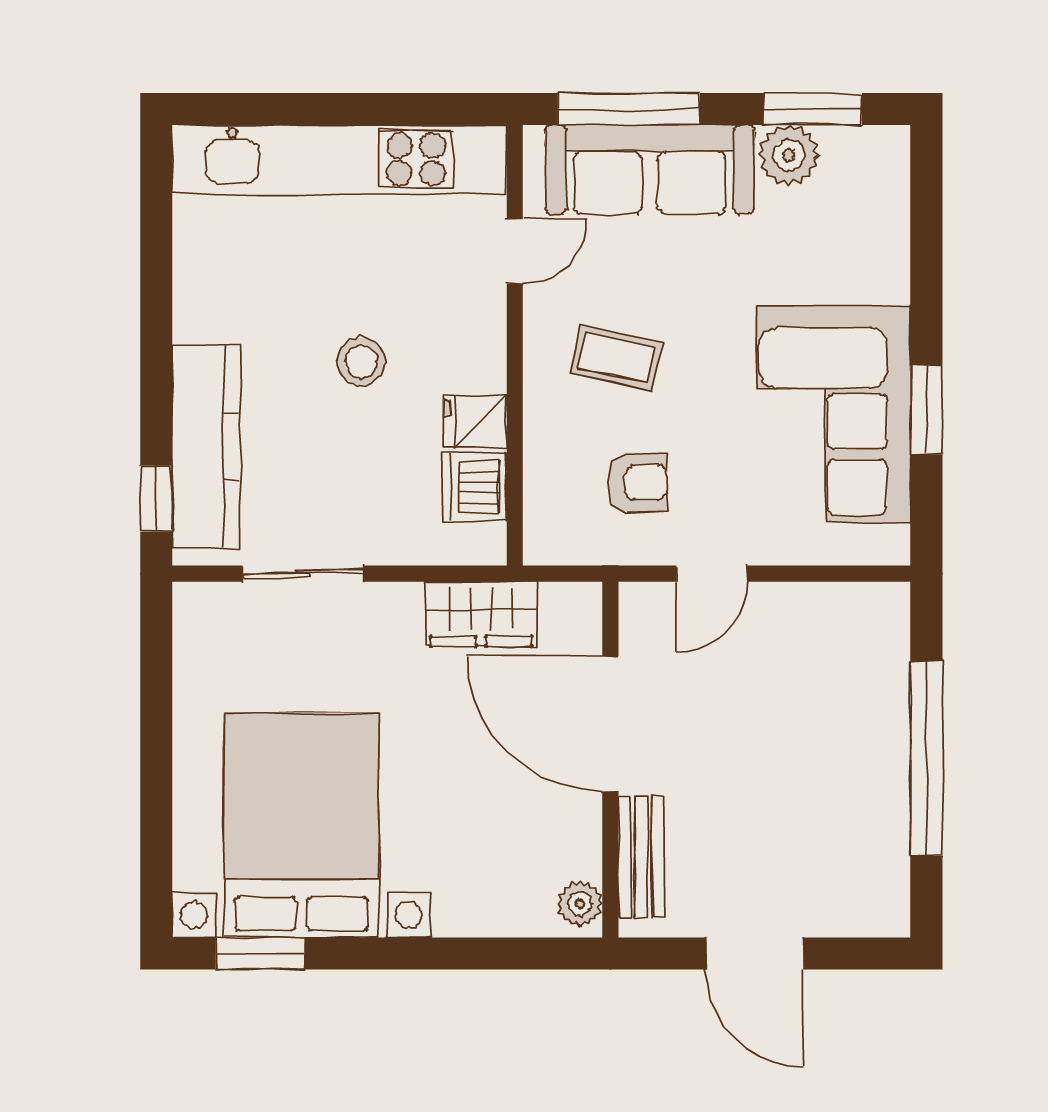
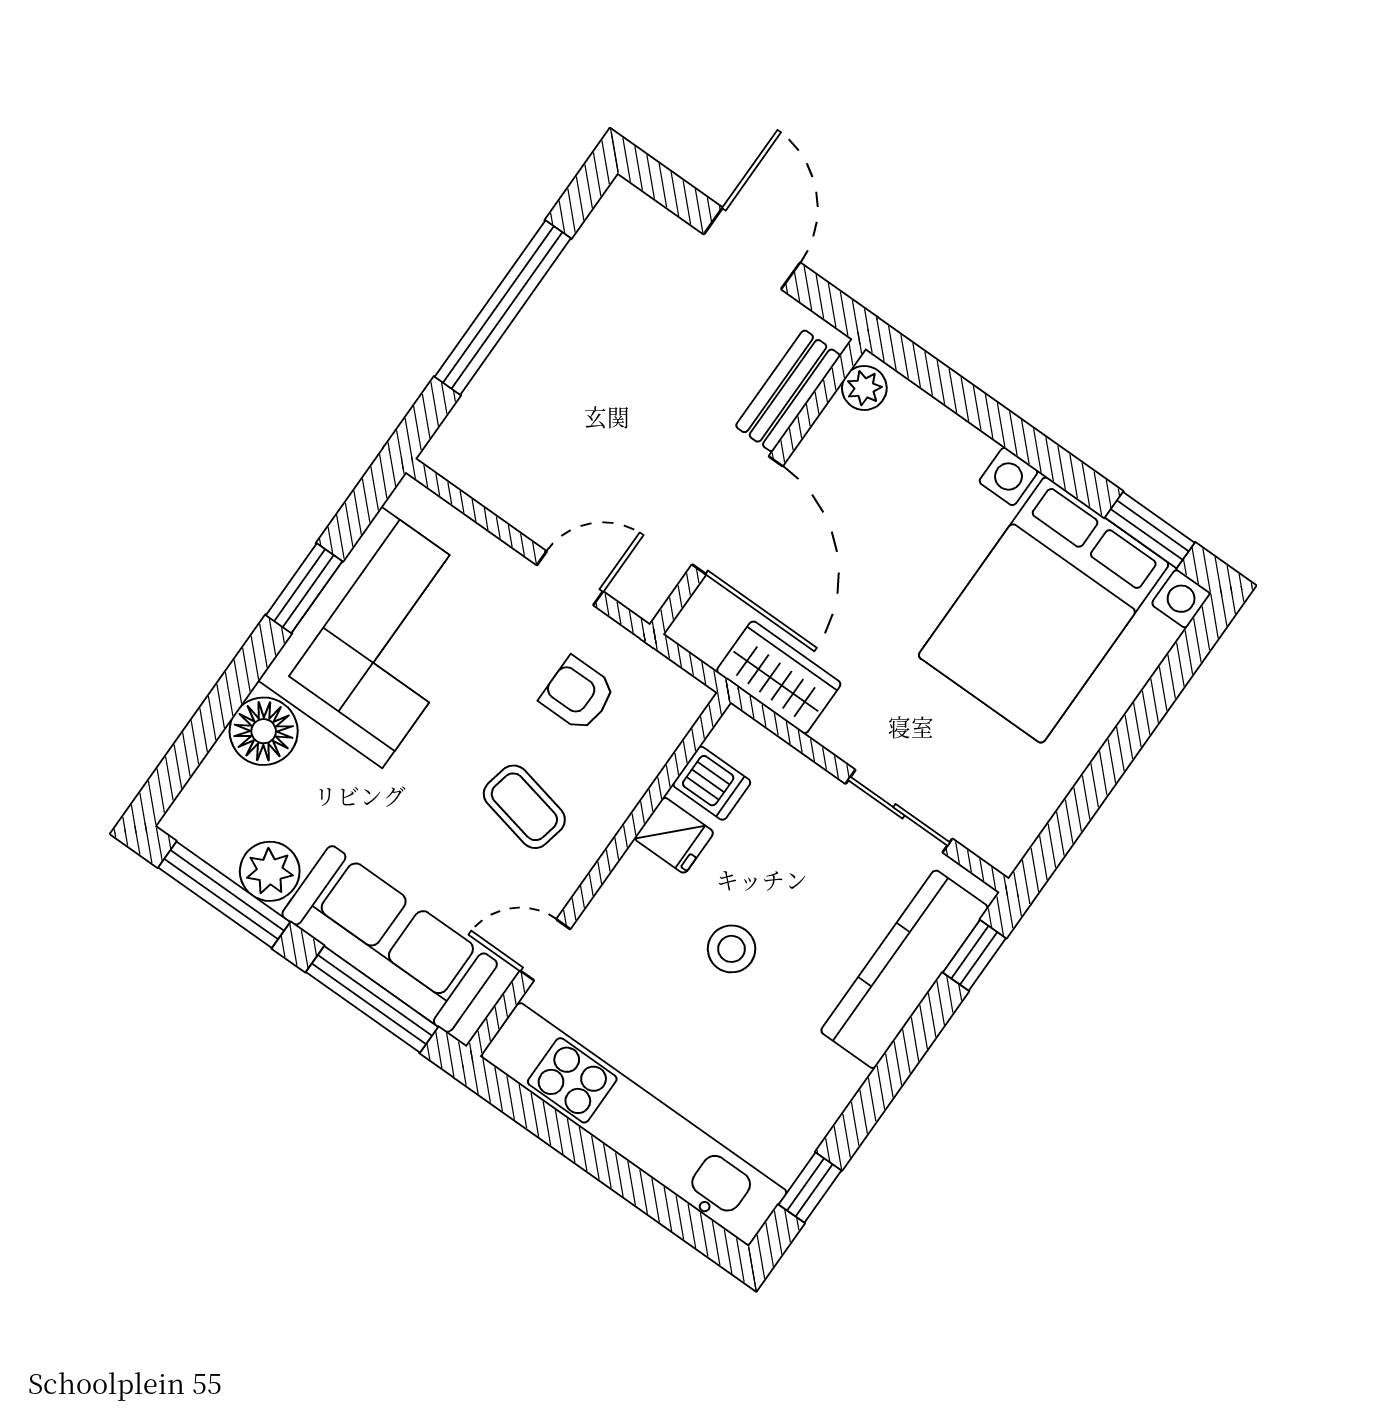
window: (813, 109) -> (224, 895), width x1.44
window: (156, 210) -> (810, 1188), added
floor lamp: (876, 268) -> (264, 731), added
dishwasher: (475, 487) -> (712, 783), width x0.73

